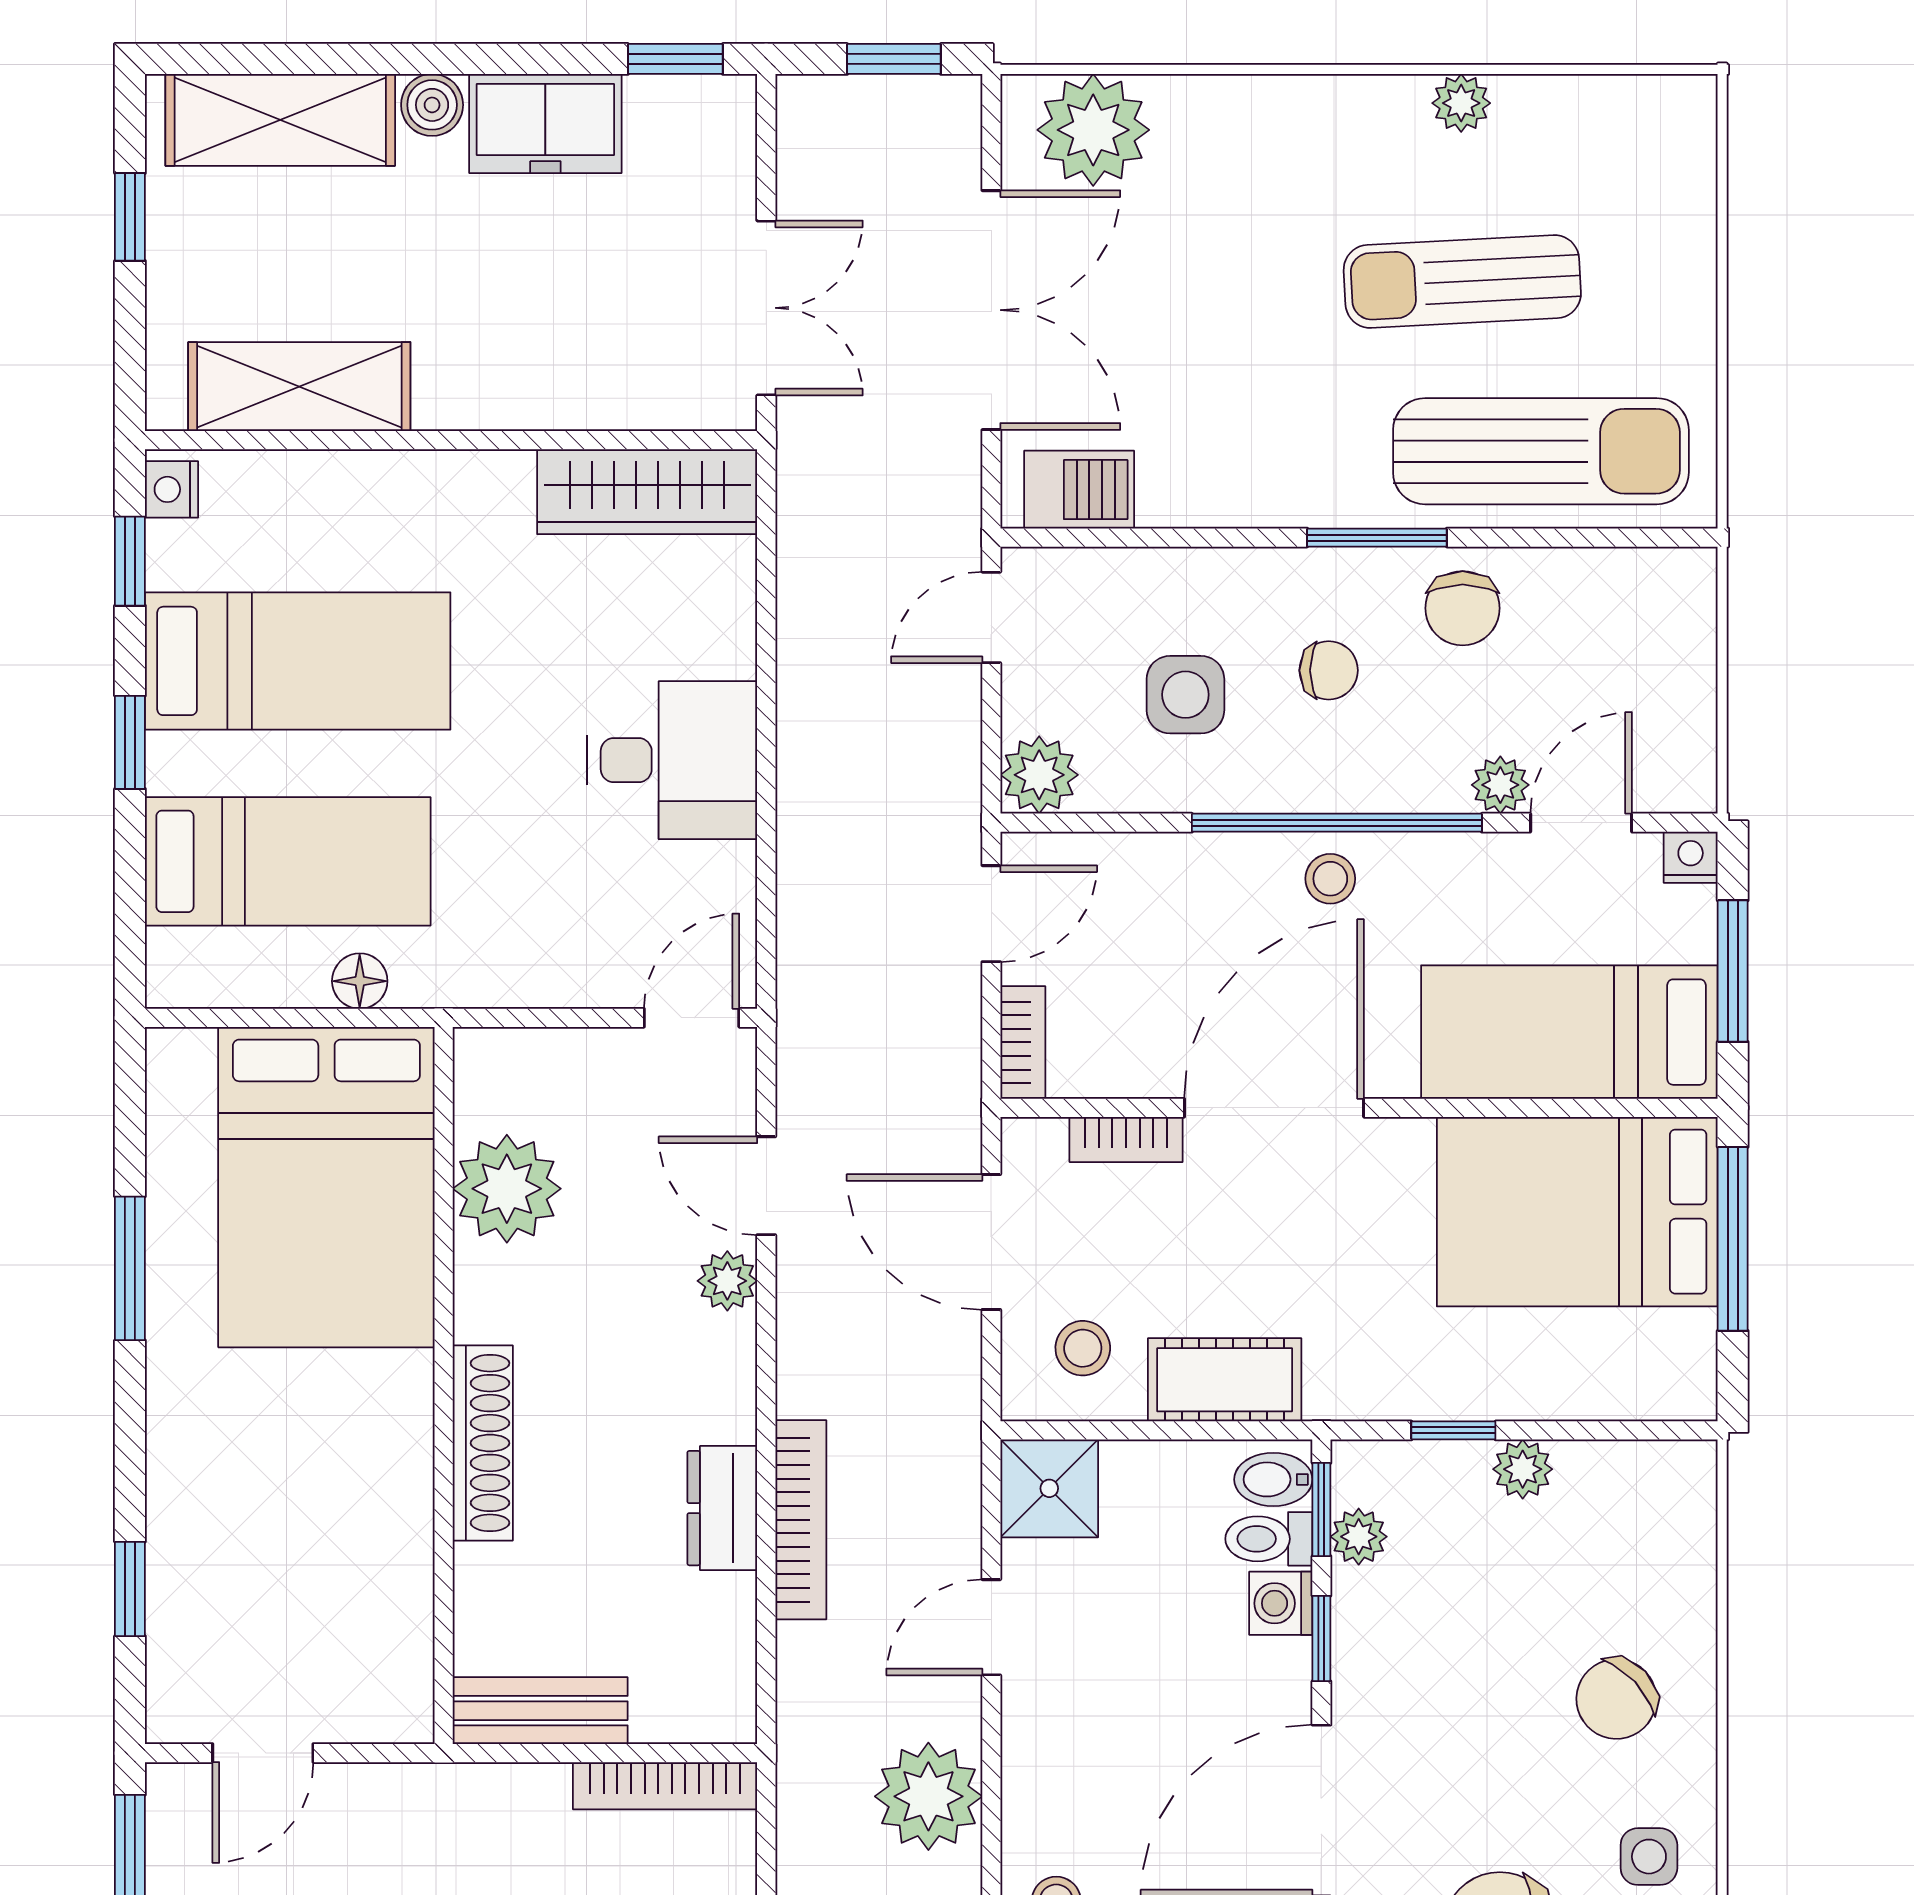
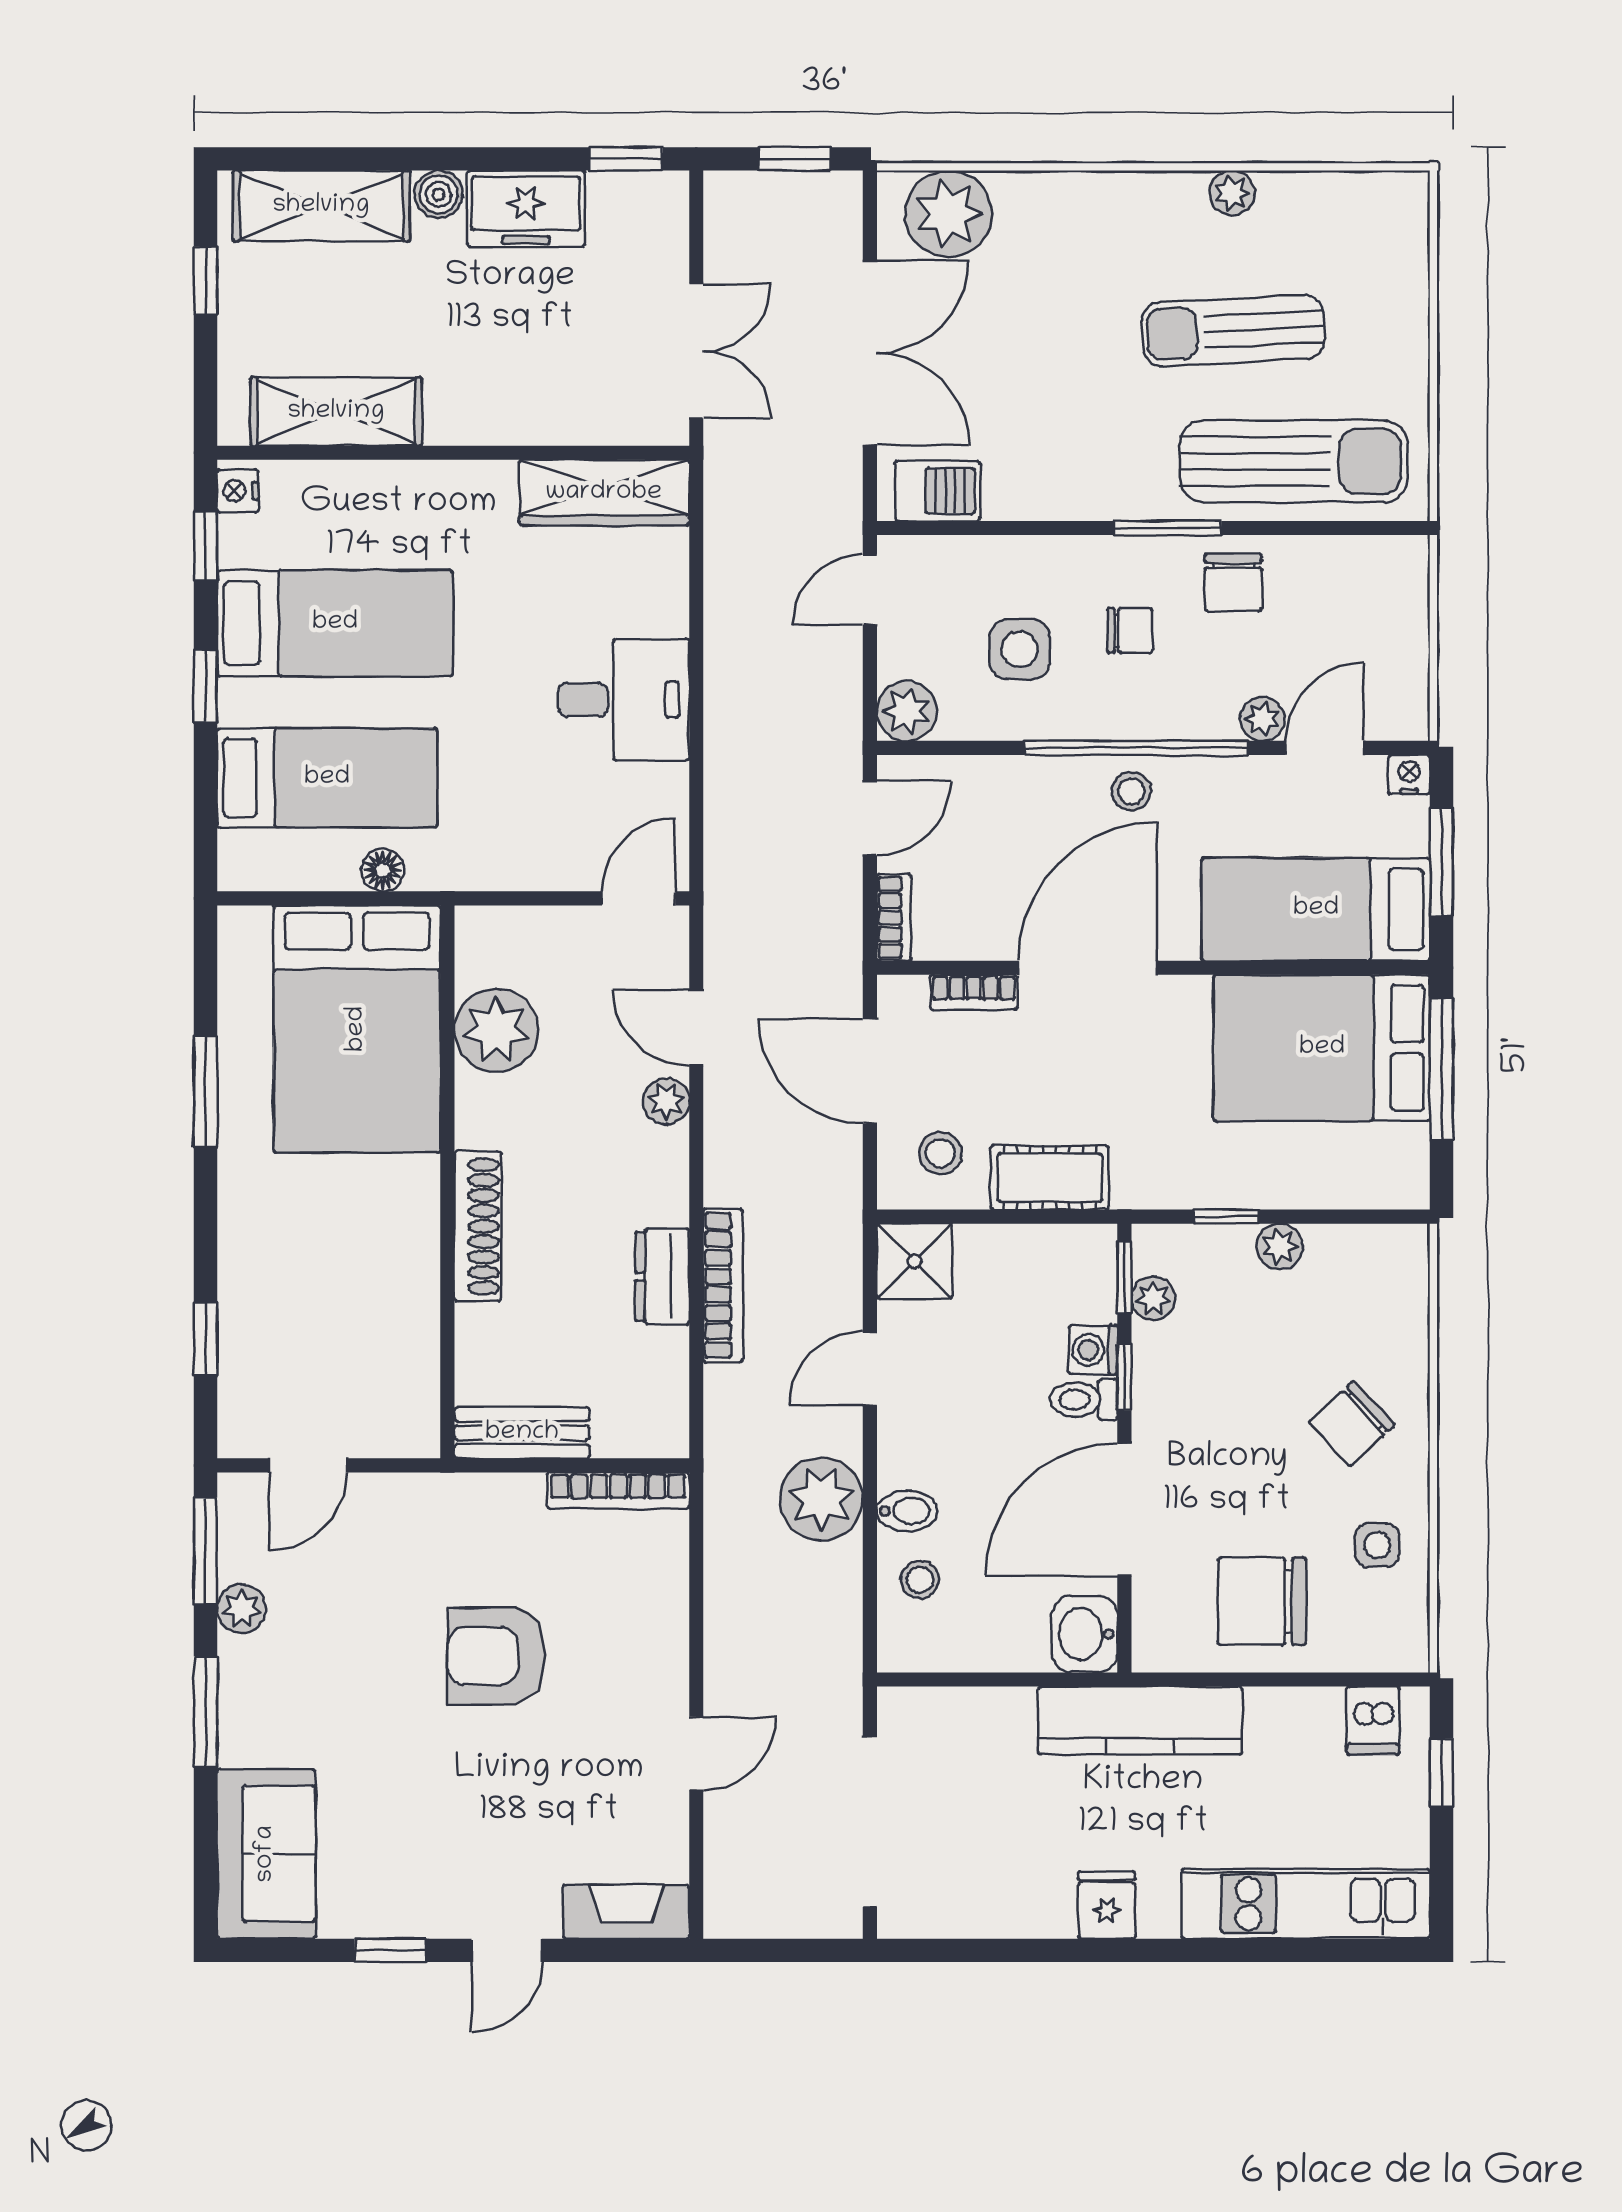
bidet: (1273, 1479) -> (907, 1511), moved, turned 180
toilet: (1269, 1539) -> (1084, 1400), moved

